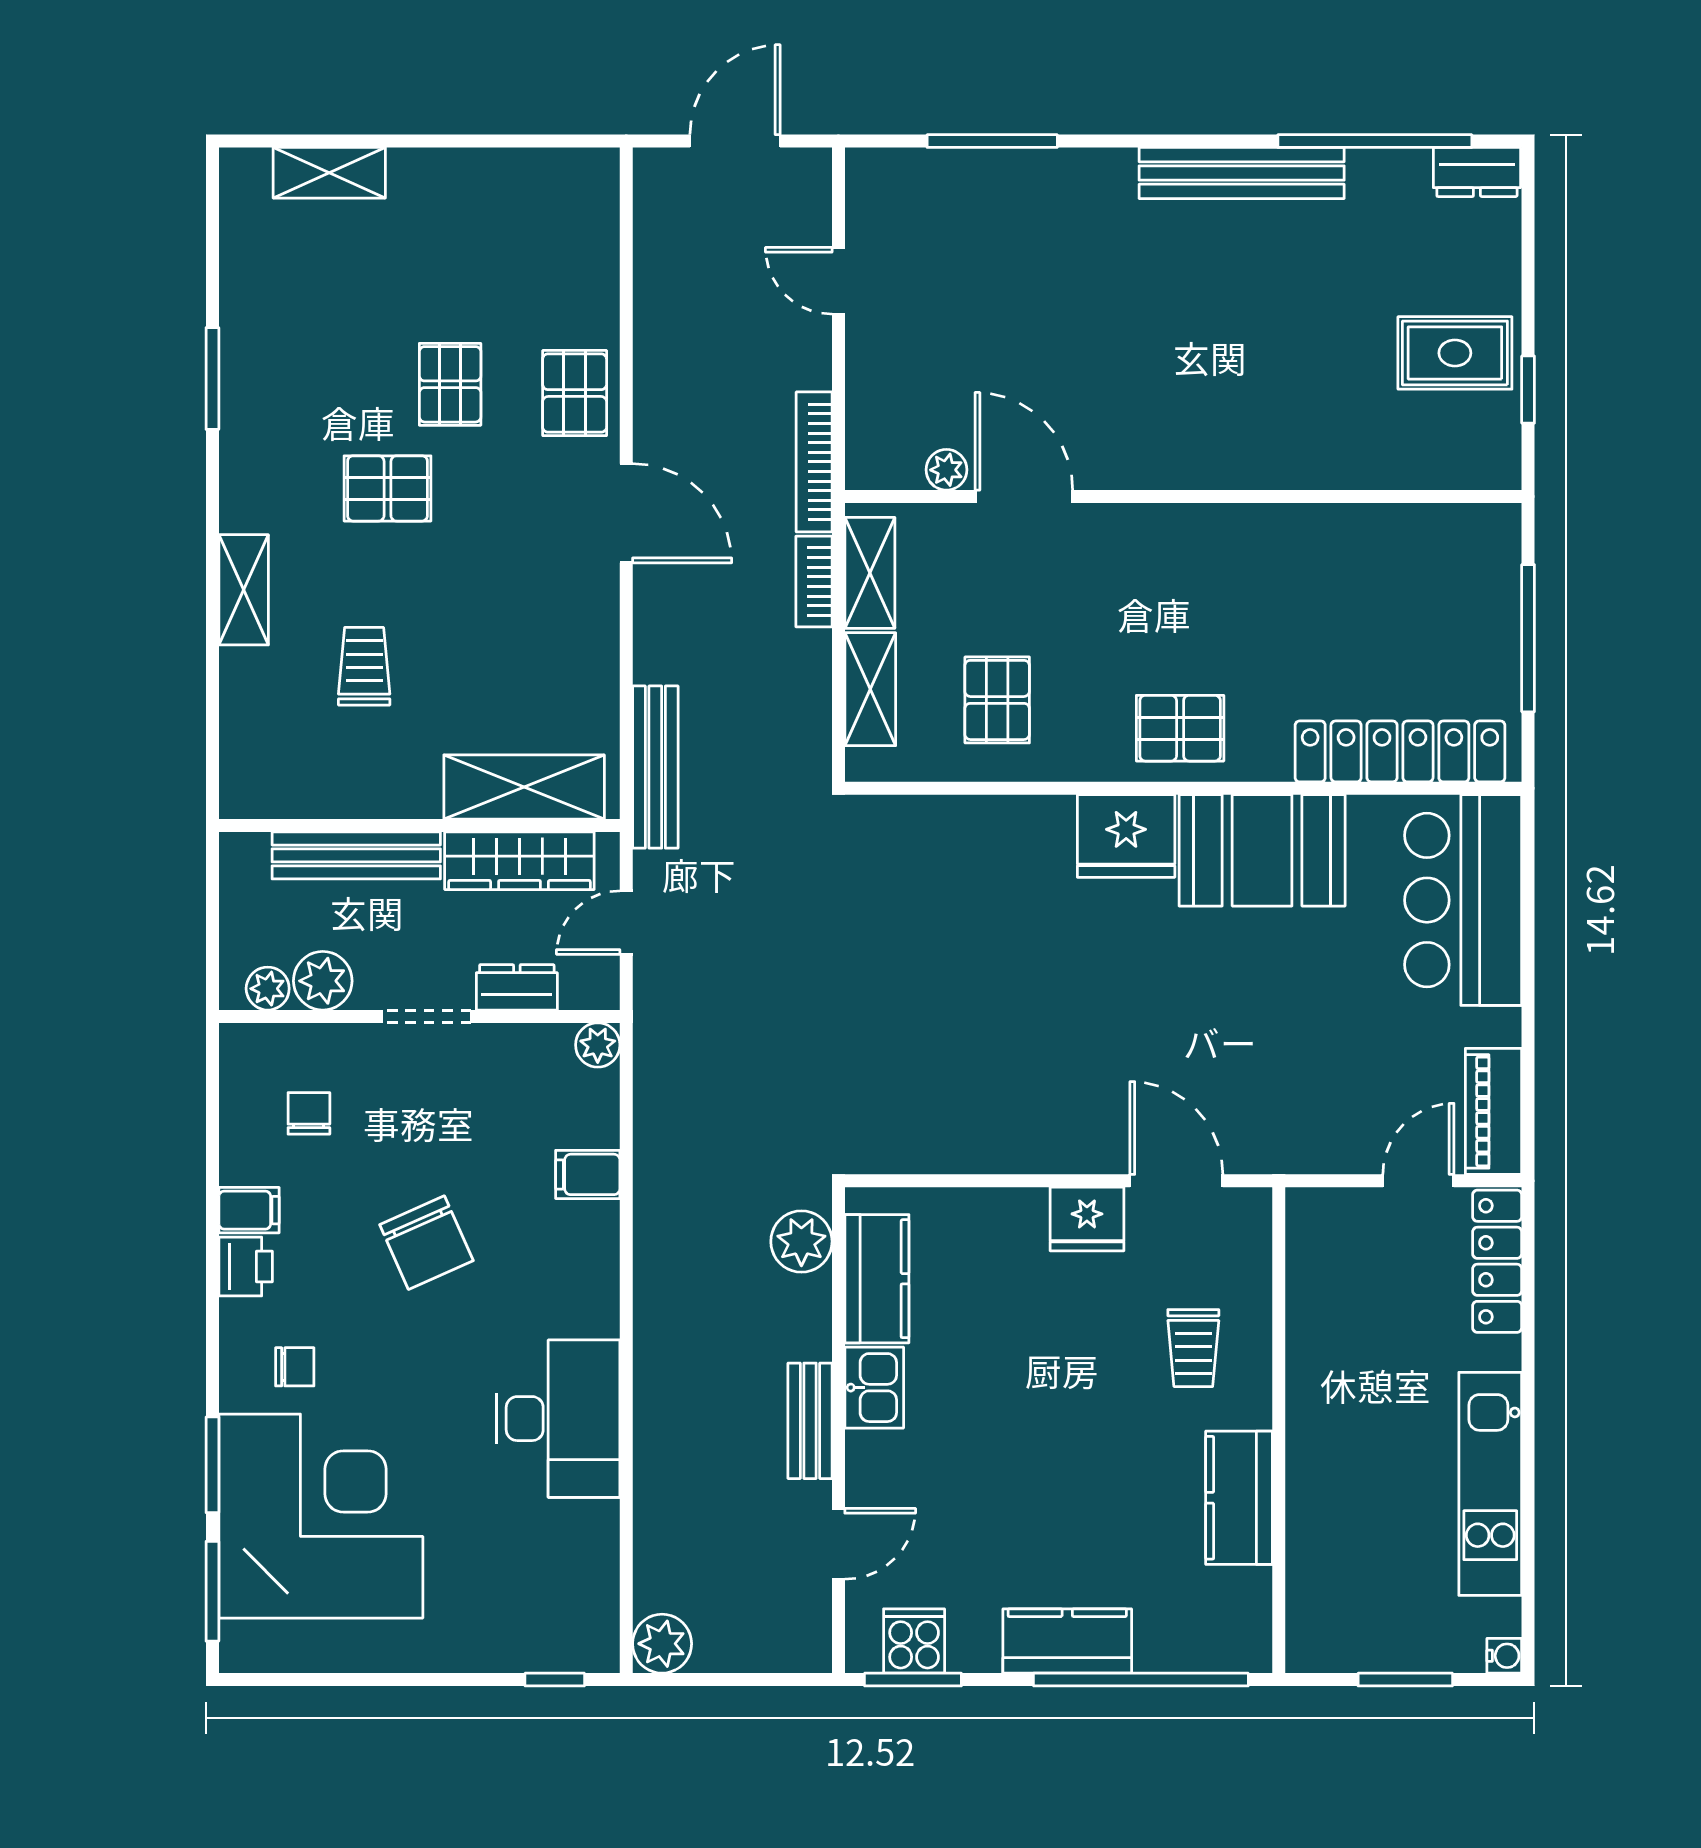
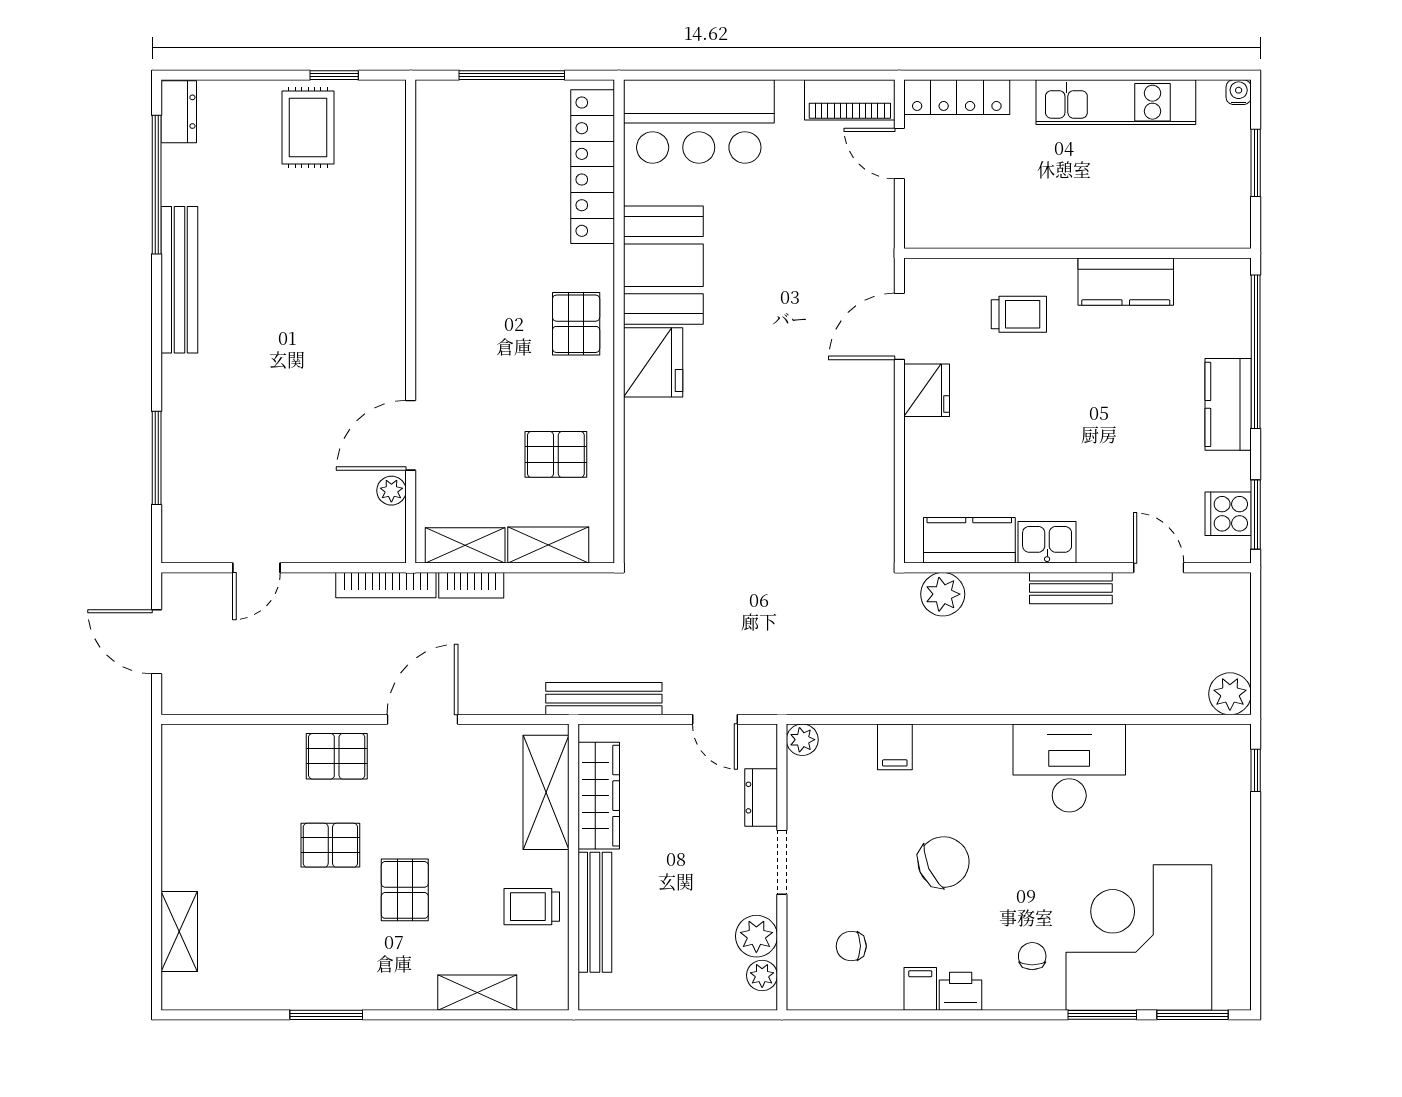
shelving: (524, 787) -> (546, 792), moved
wall: (419, 825) -> (574, 867), moved
bench: (356, 855) -> (595, 912), moved
wardrobe: (519, 861) -> (599, 796), moved

